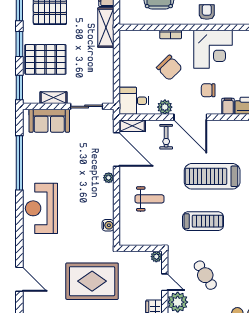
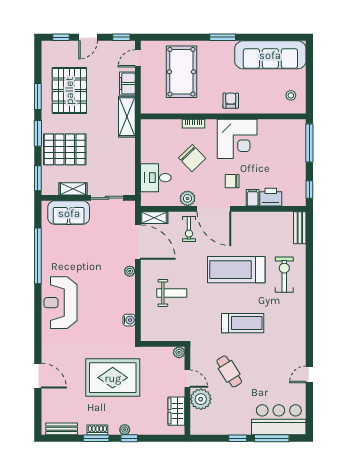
desk: (134, 101) -> (156, 178), moved
treadmill: (203, 221) -> (243, 323), moved

